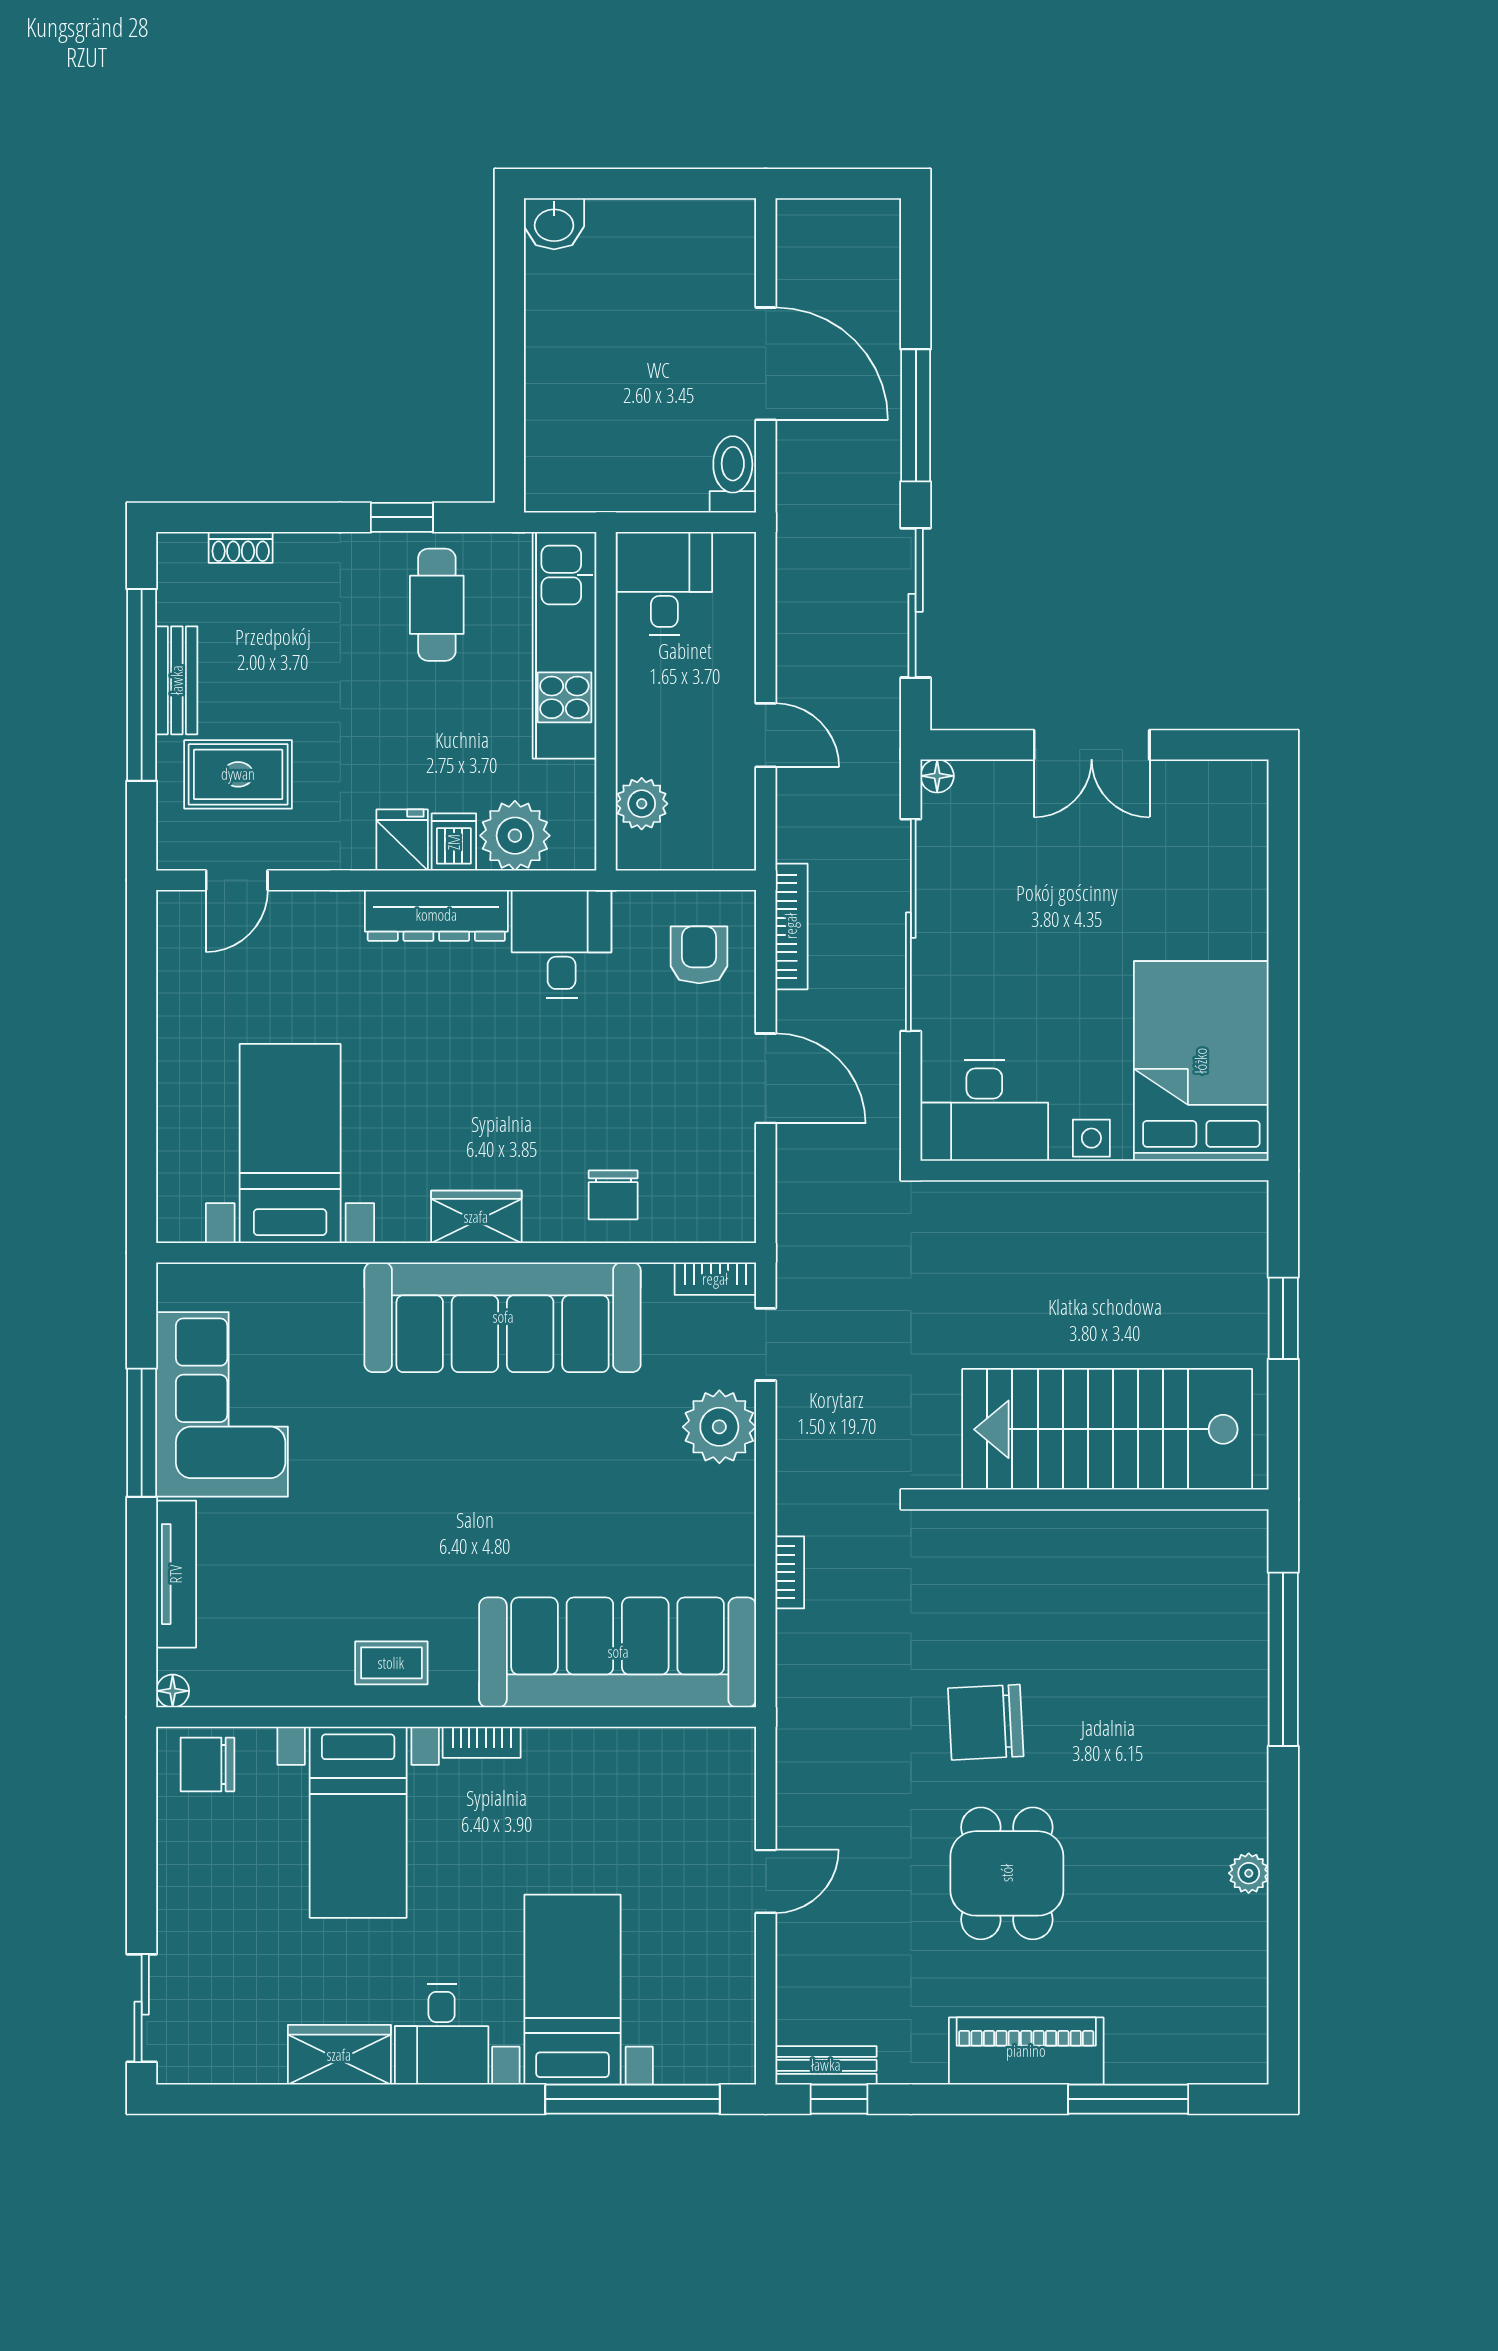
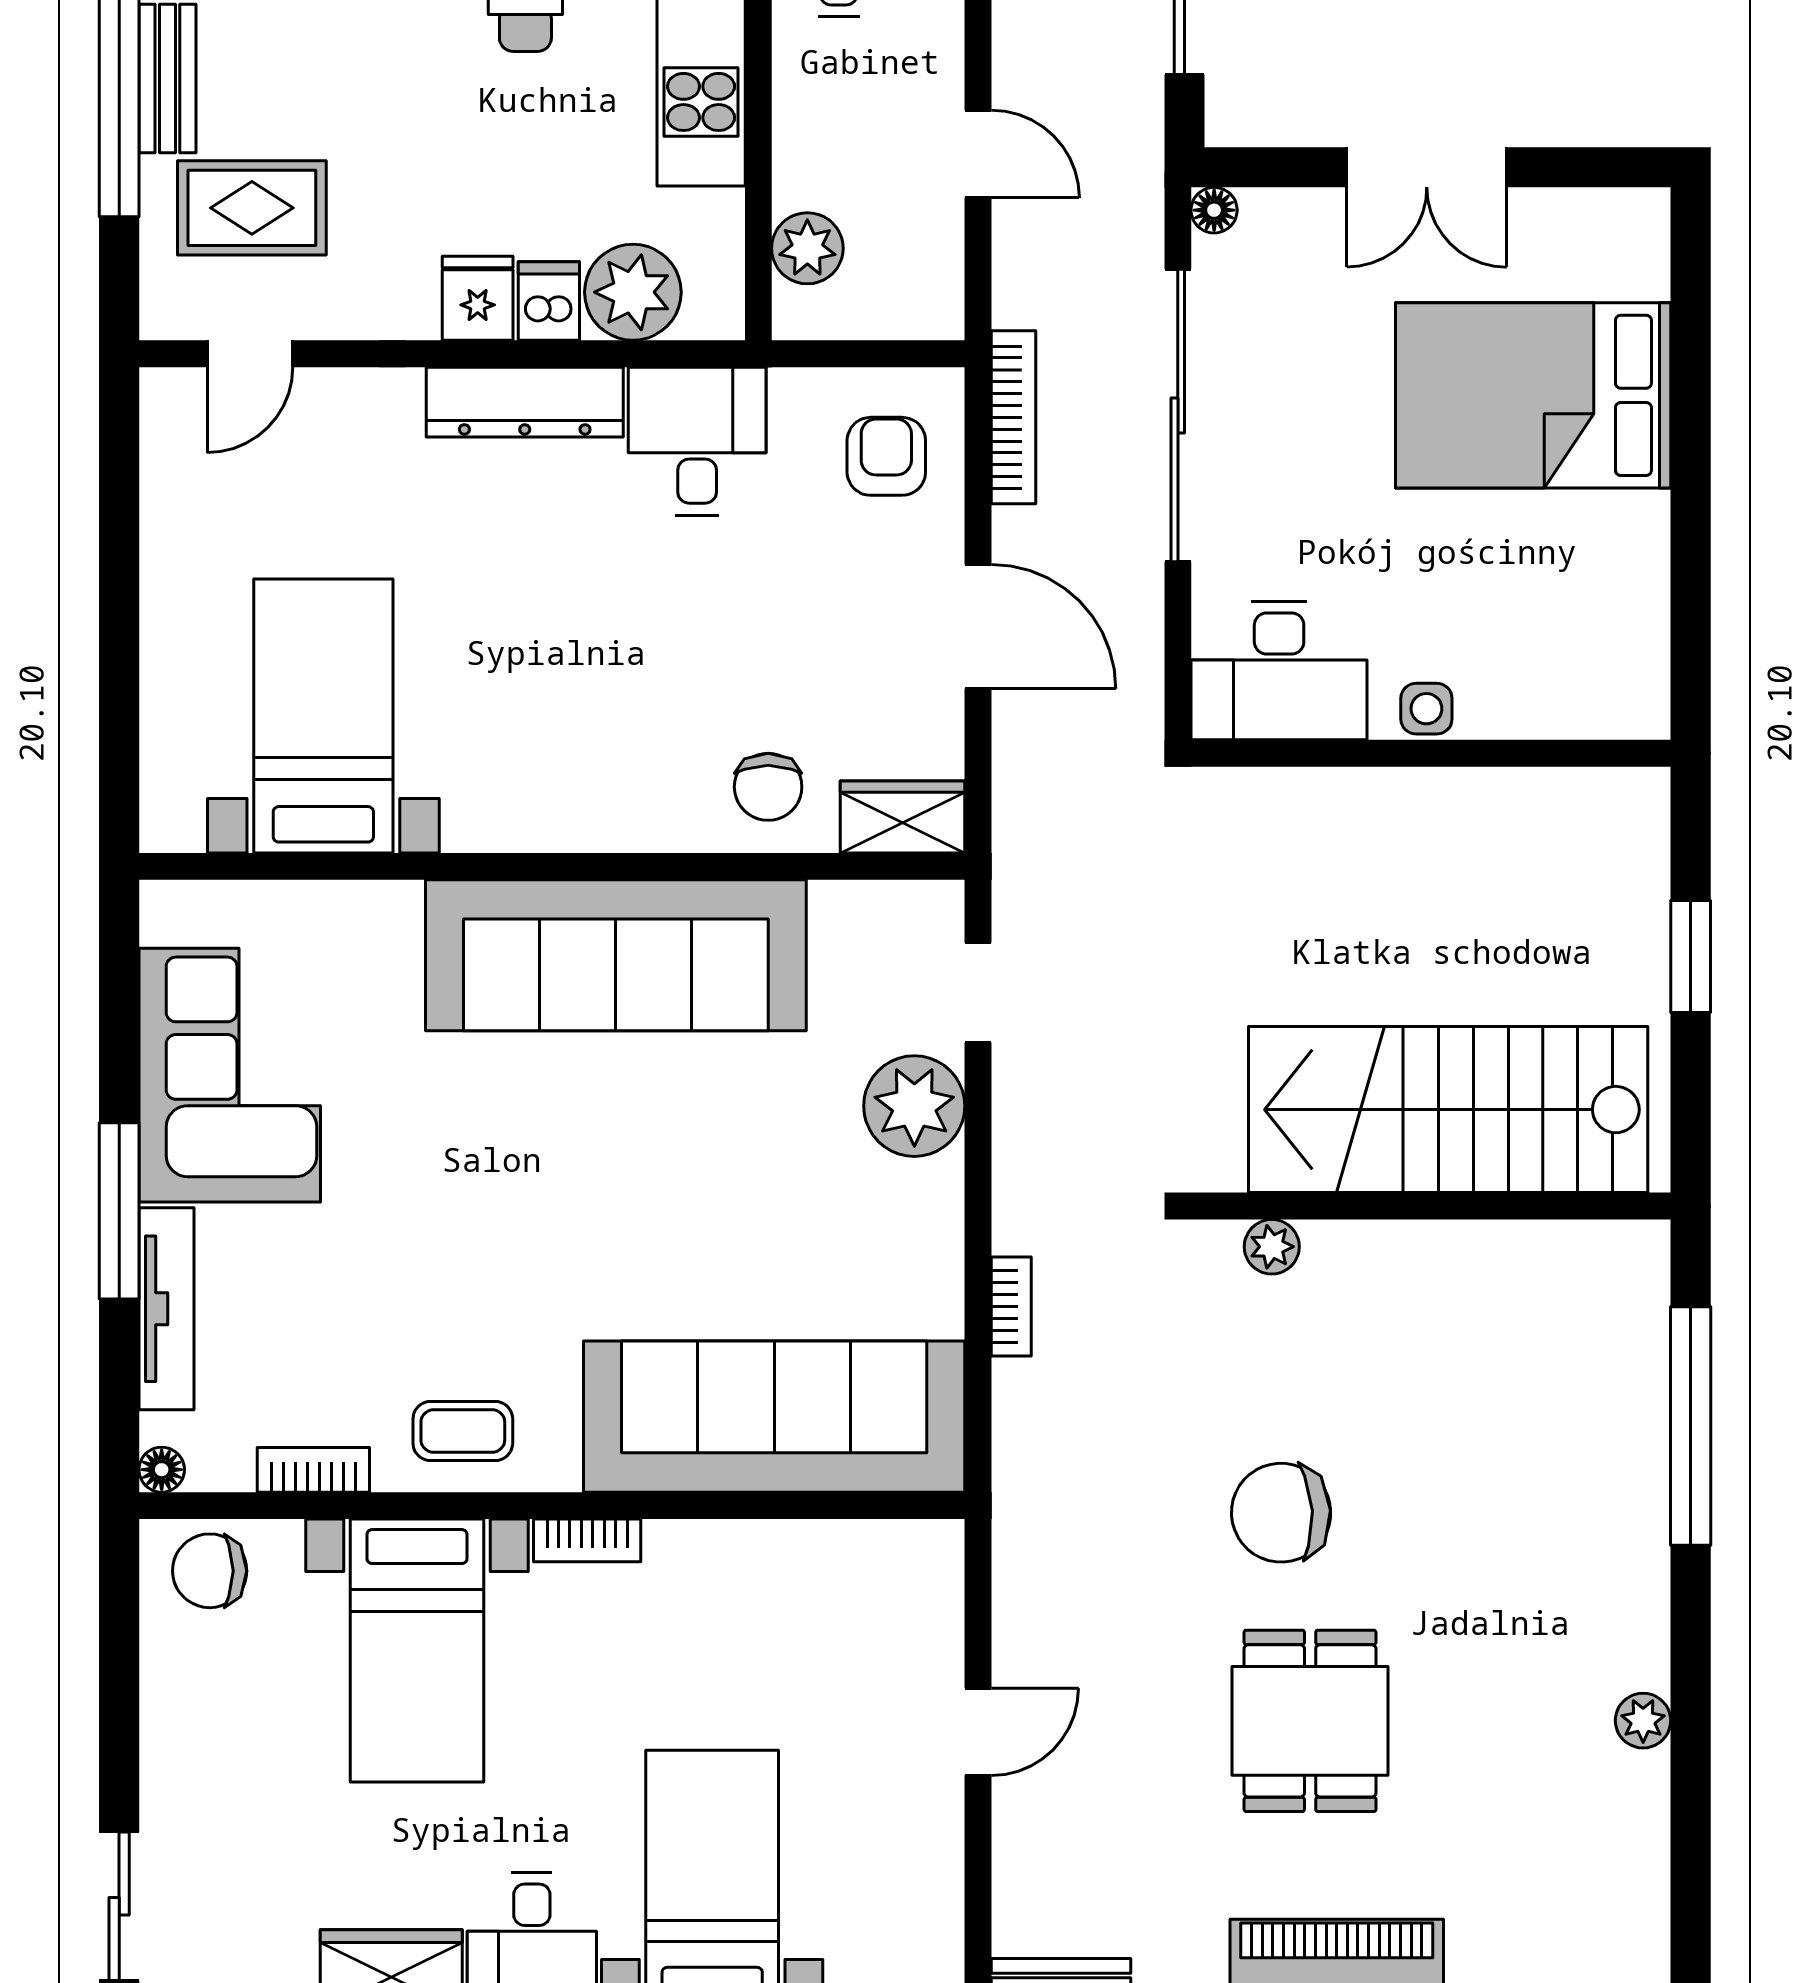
bed: (1201, 1061) -> (1533, 395), moved, turned -90
wardrobe: (476, 1217) -> (903, 817), moved
bookcase: (715, 1279) -> (313, 1470), moved, turned 180
window: (142, 1433) -> (119, 1211), moved
plant: (979, 1529) -> (1272, 1247), added

